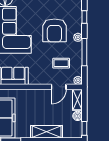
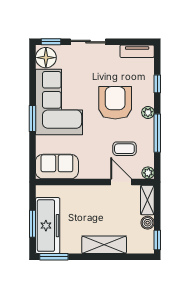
armchair: (54, 30) -> (115, 103), turned 180
door: (59, 87) -> (121, 182), swing flipped

